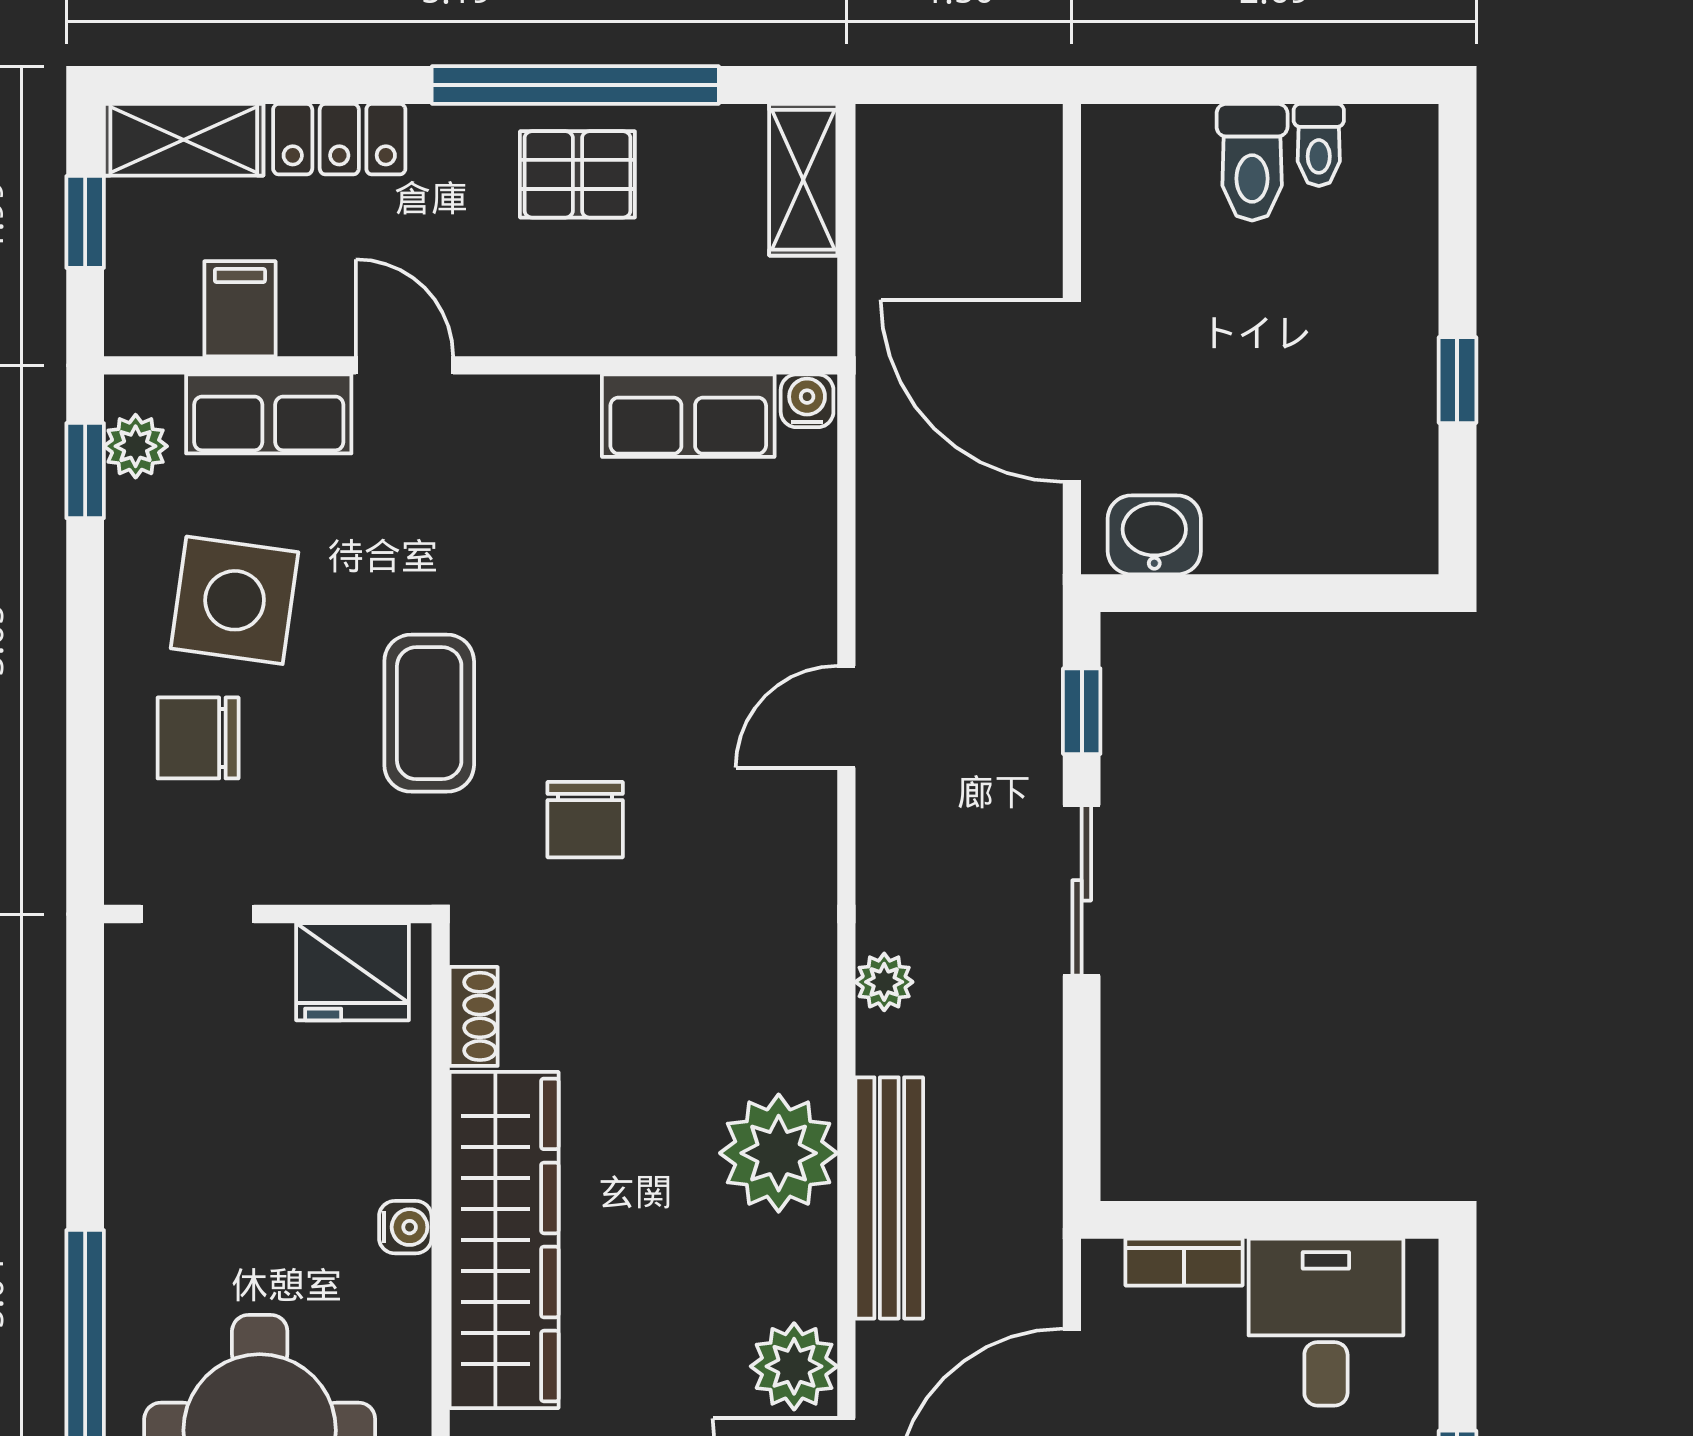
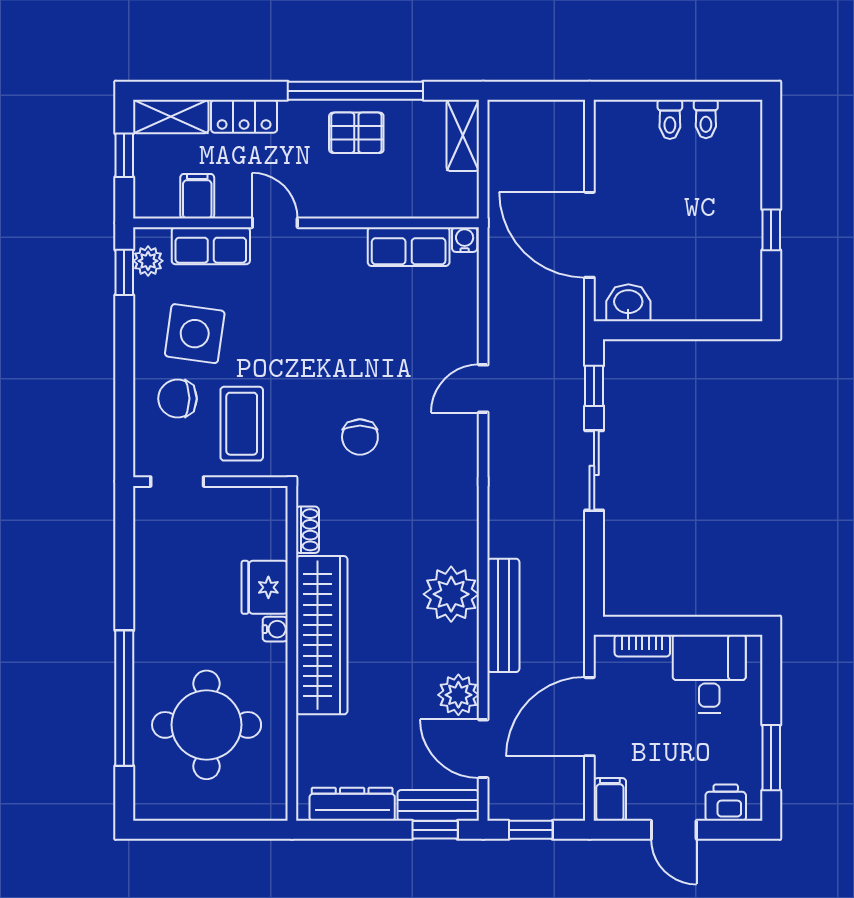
toilet: (1252, 162) -> (670, 119), width x0.73, depth x0.72
coffee table: (429, 713) -> (242, 424), moved
fridge: (352, 972) -> (265, 587), moved, turned 90
plant: (884, 982) -> (501, 514), removed

